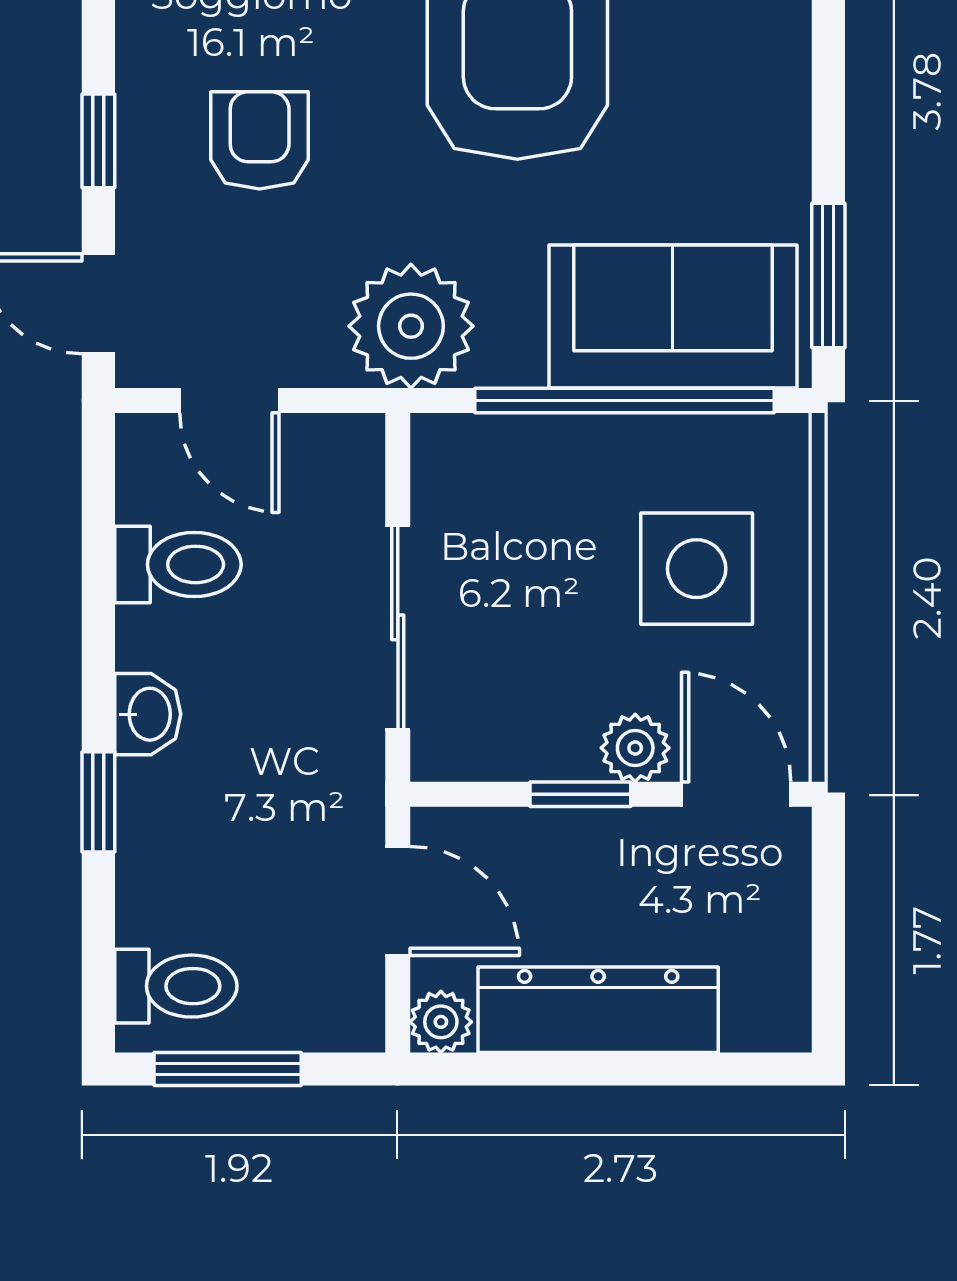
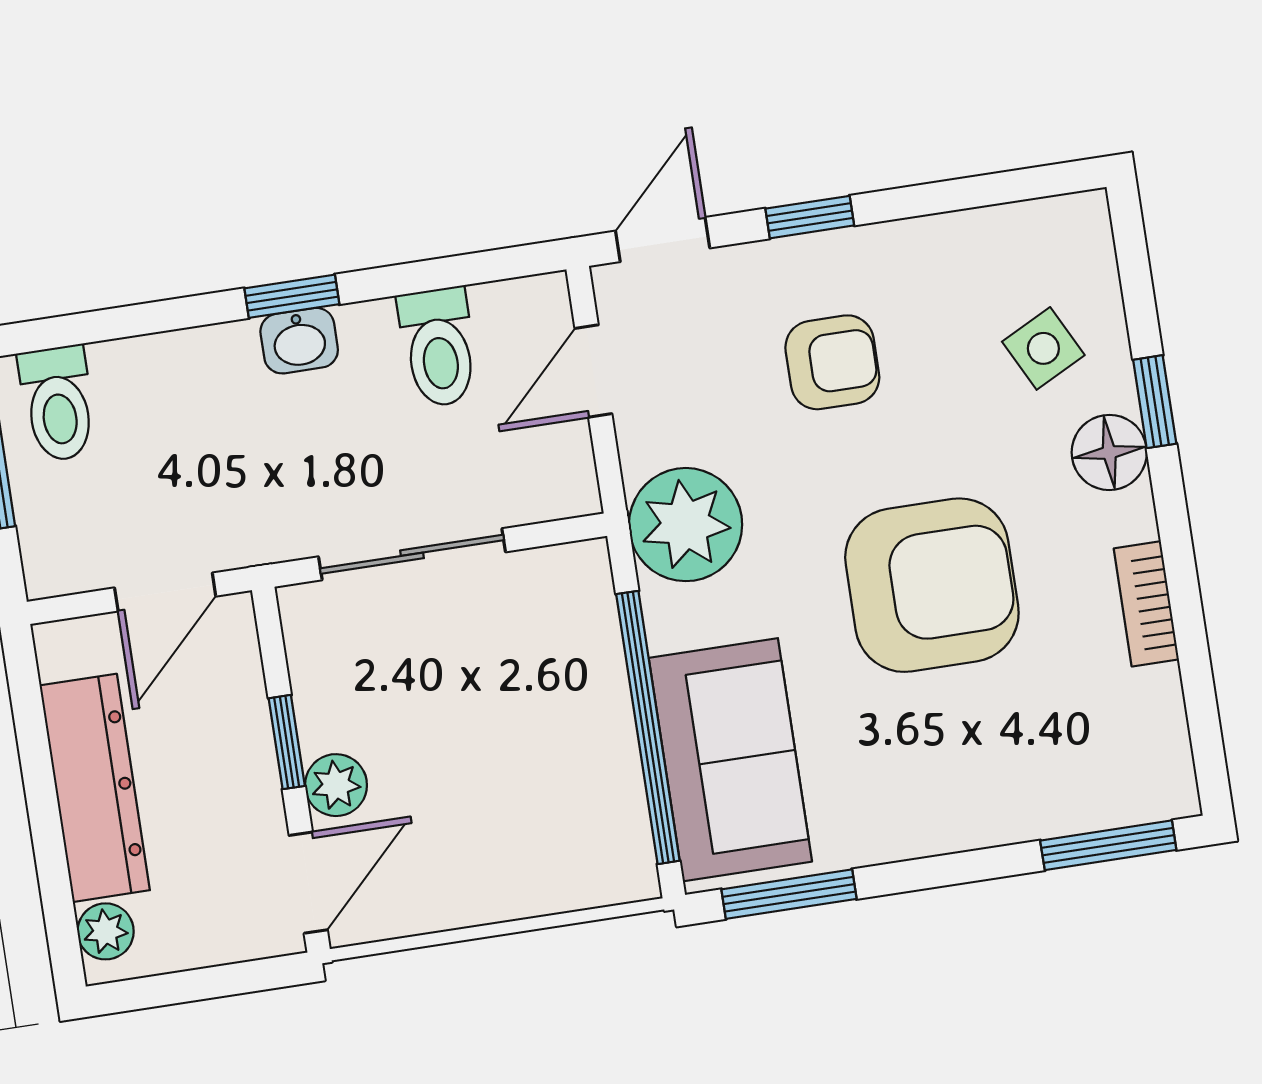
side table: (697, 569) -> (506, 816), removed
window: (98, 802) -> (292, 296), moved
plant: (441, 1022) -> (106, 931), moved

